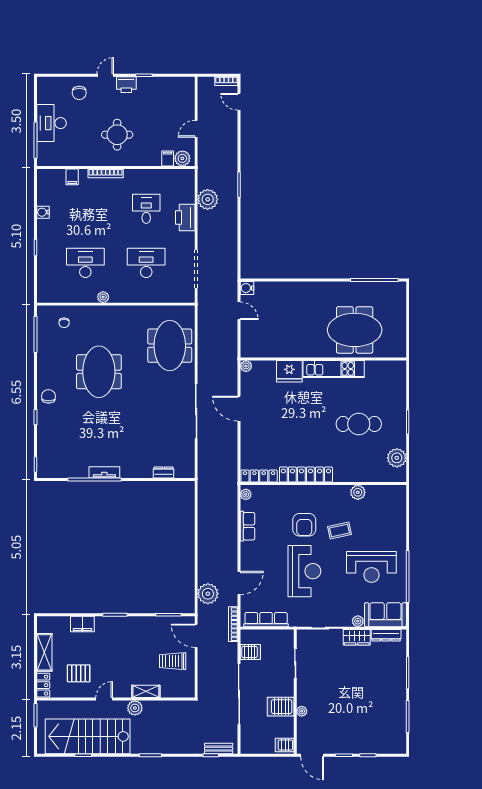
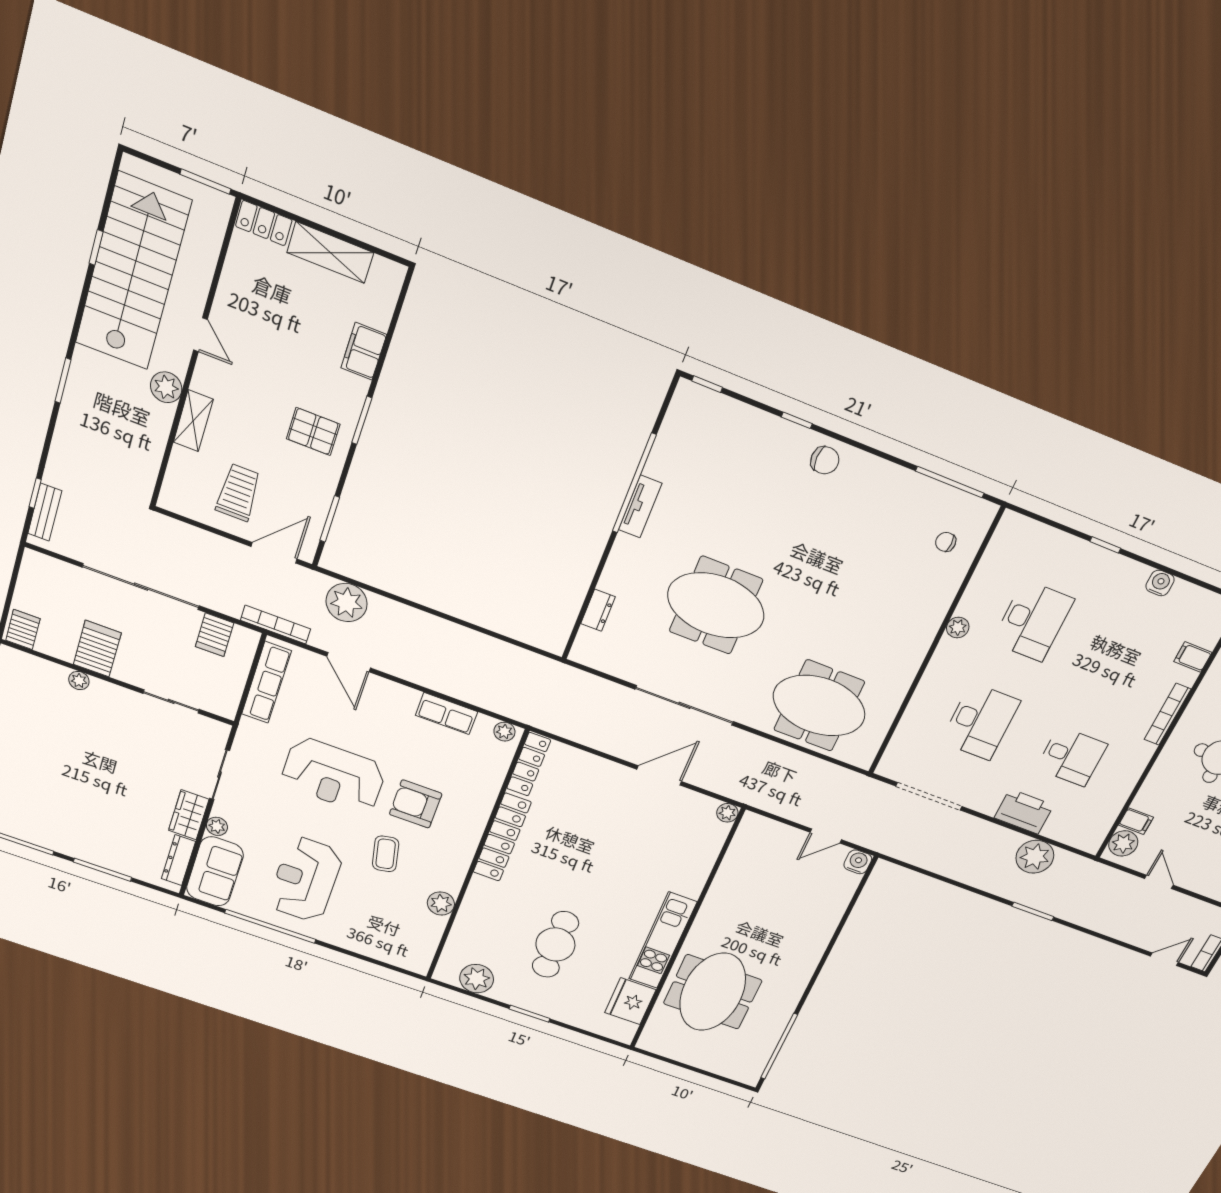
fridge: (289, 371) -> (630, 1001), moved
meeting table: (99, 372) -> (716, 605), moved
pallet: (79, 673) -> (313, 431), moved, turned 90

